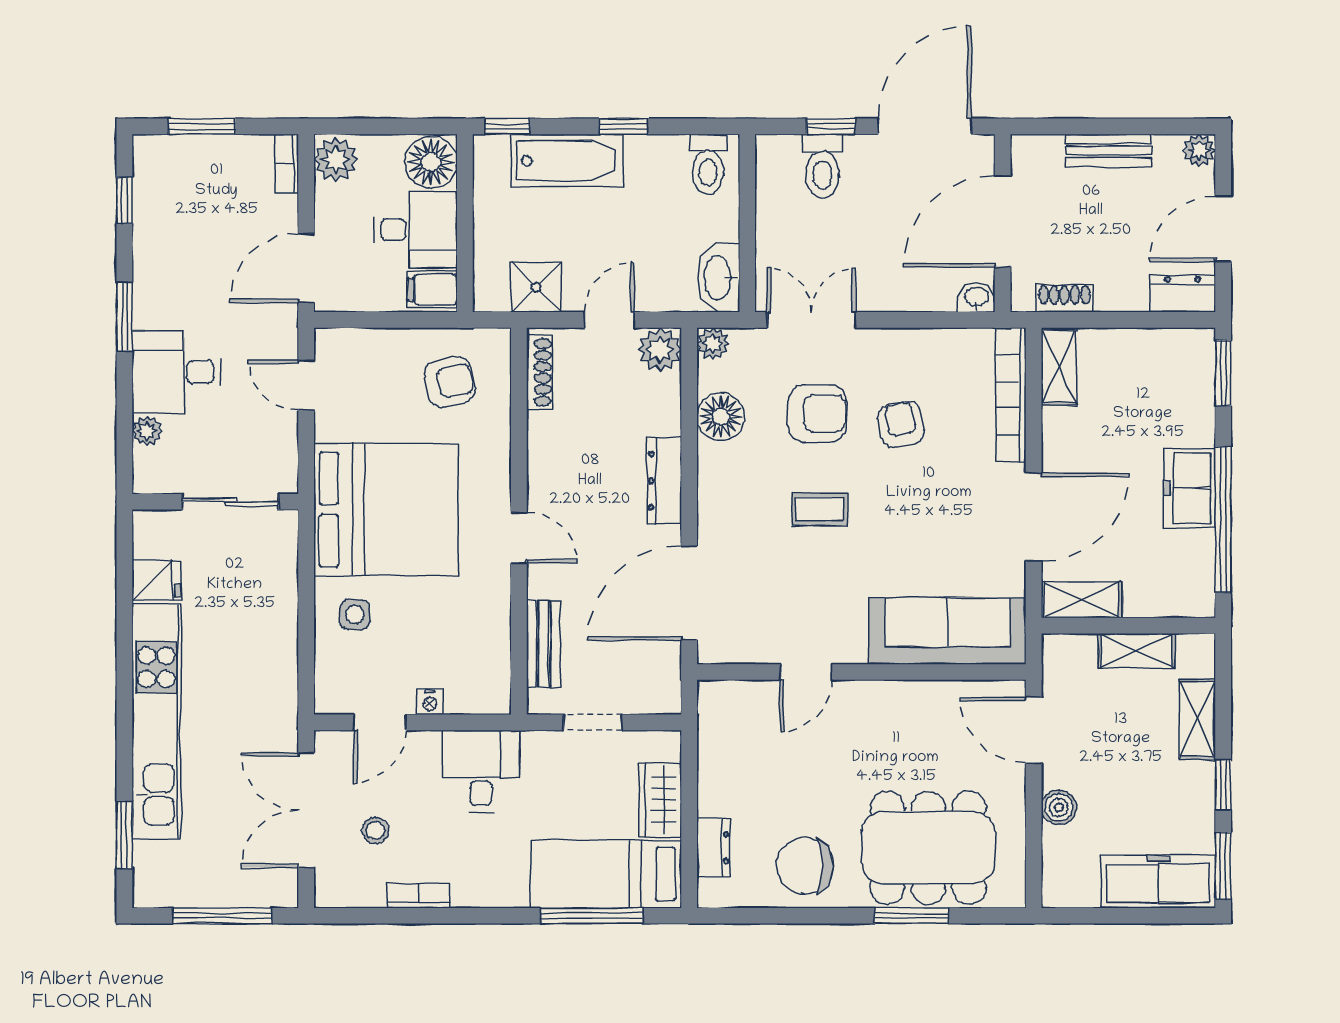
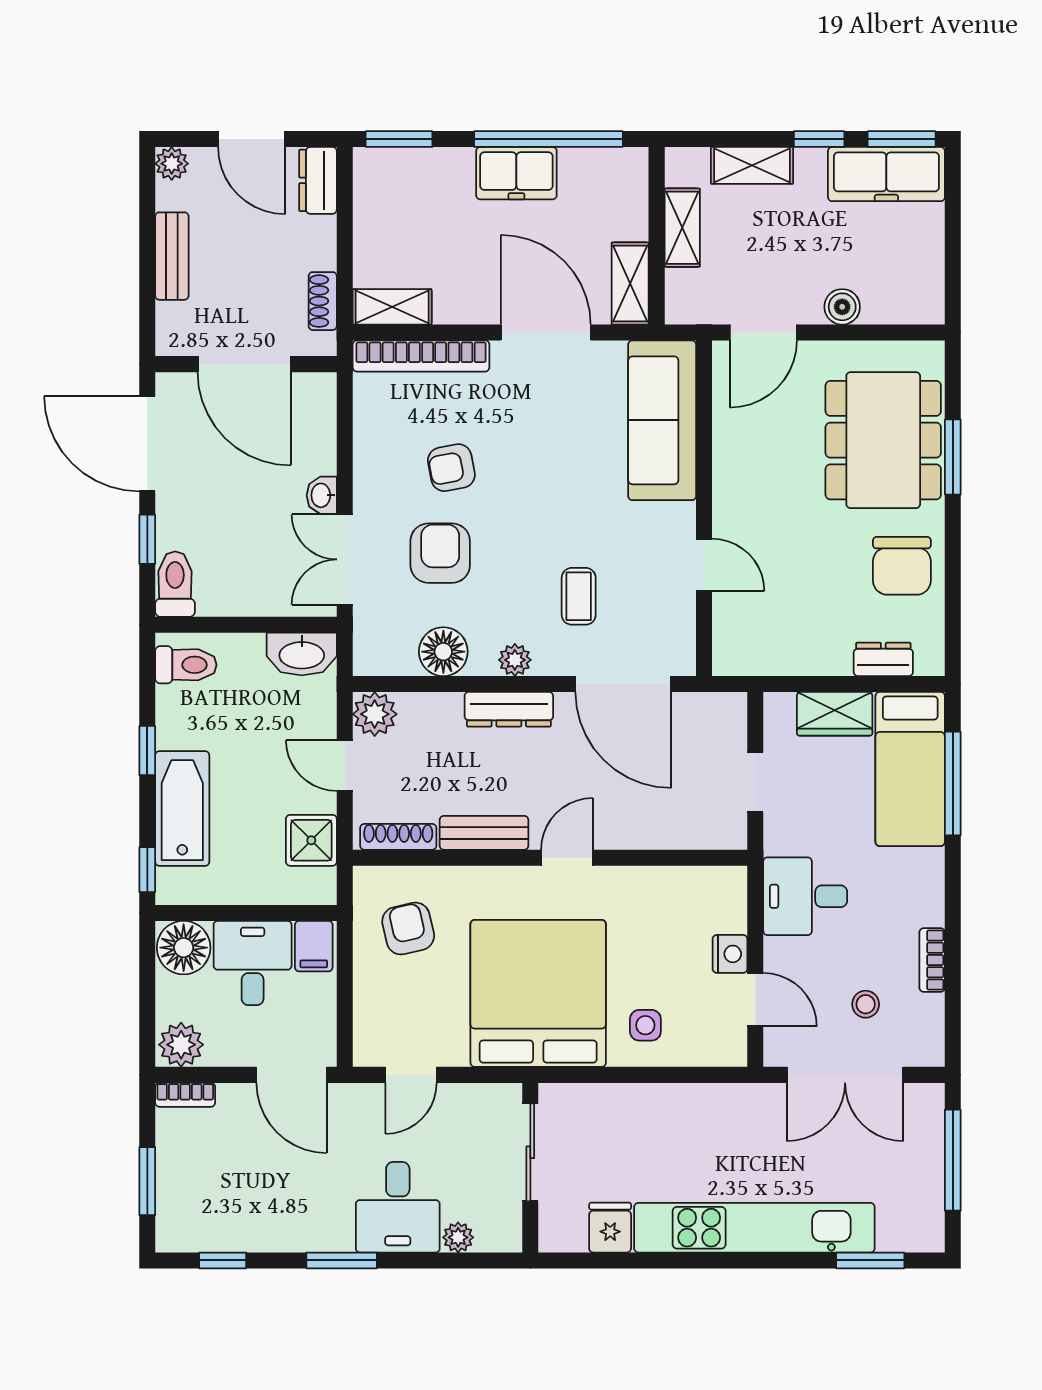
toilet: (822, 166) -> (175, 584), moved, turned -90
washbasin: (977, 297) -> (322, 495), moved
plant: (713, 343) -> (515, 660), moved
coffee table: (820, 509) -> (579, 596), moved
bench: (543, 644) -> (484, 833), moved
nightstand: (430, 702) -> (730, 954), width x1.39, depth x1.35
freezer: (1158, 881) -> (886, 174), moved, turned -90

